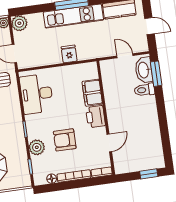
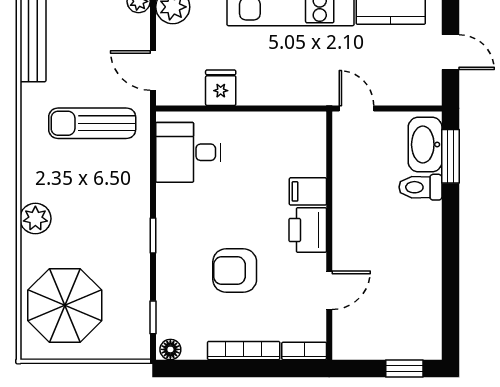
fridge: (69, 54) -> (221, 88), moved
door: (125, 56) -> (356, 108), moved
filing cabinet: (92, 93) -> (308, 191), width x0.50
desk: (37, 94) -> (188, 152), width x0.73
plant: (37, 147) -> (173, 278), removed
floor lamp: (52, 179) -> (170, 349), moved

